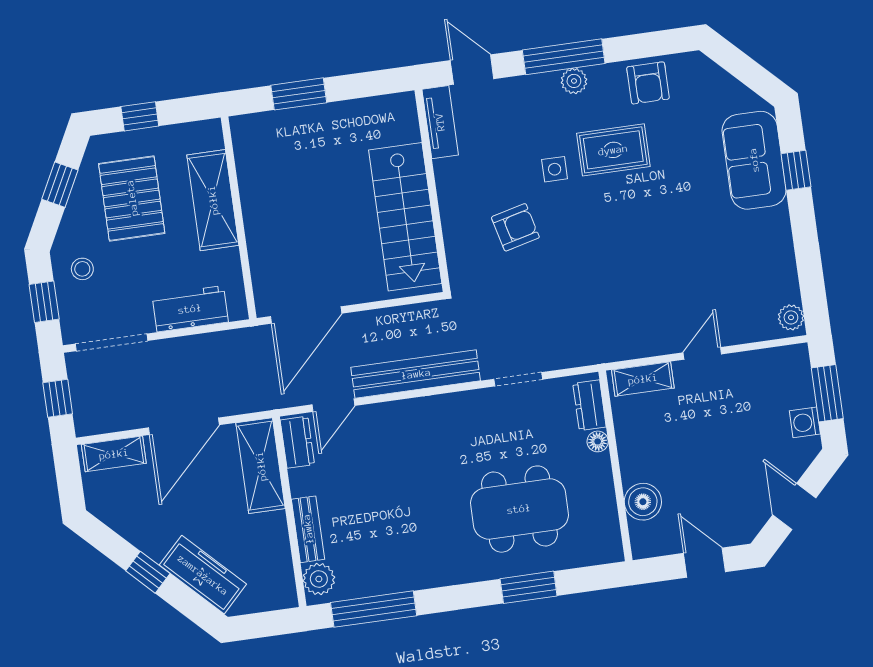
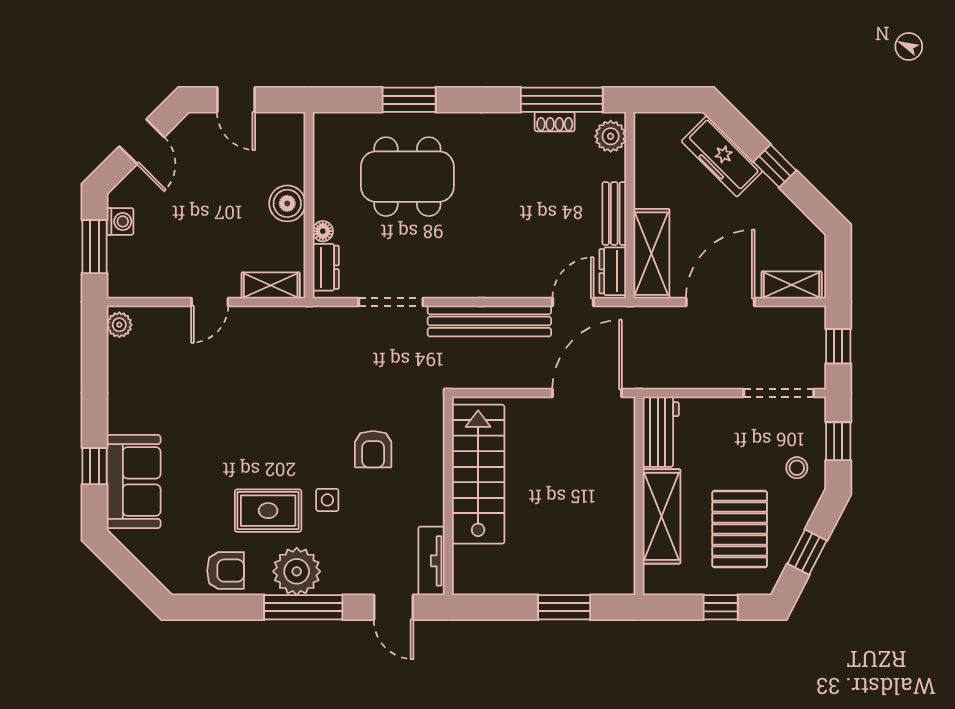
plant: (574, 81) -> (297, 571), width x1.88, depth x1.88
armchair: (648, 83) -> (225, 571), turned 90
armchair: (515, 227) -> (373, 449), turned -76
workbench: (190, 309) -> (661, 432), moved, turned -90
doorway: (518, 379) -> (391, 302), width x1.38
boiler: (643, 502) -> (287, 203), moved
bench: (308, 529) -> (614, 213), moved
shoe rack: (378, 586) -> (555, 122), added

